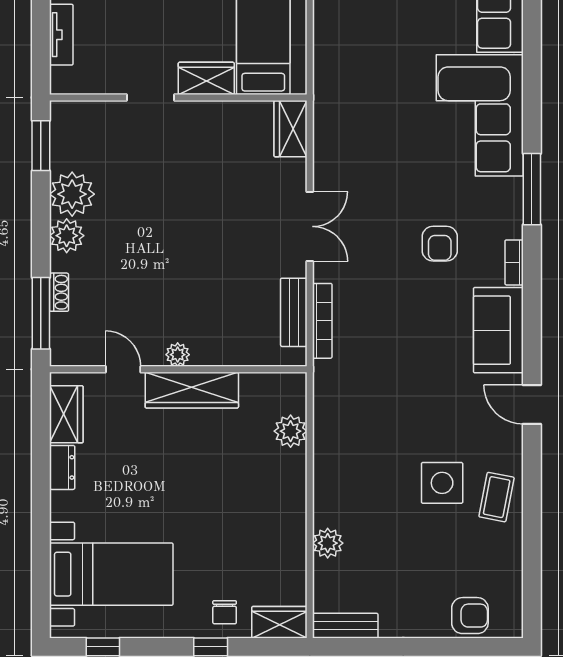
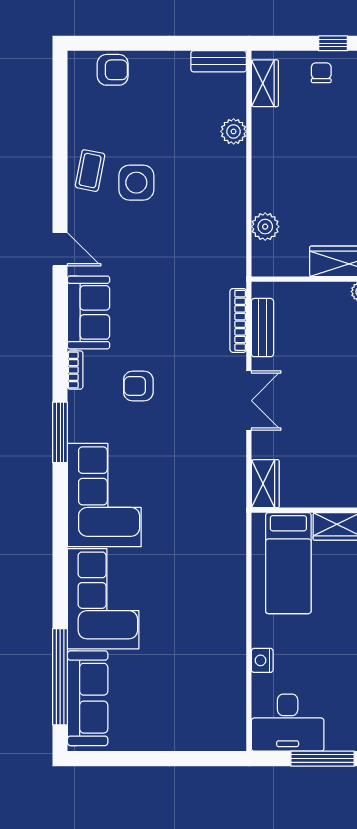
double door: (310, 226) -> (249, 401), swing flipped
armchair: (440, 244) -> (138, 386), turned -90
armchair: (470, 616) -> (113, 70), turned 180
wardrobe: (279, 622) -> (265, 83), moved, turned -90

